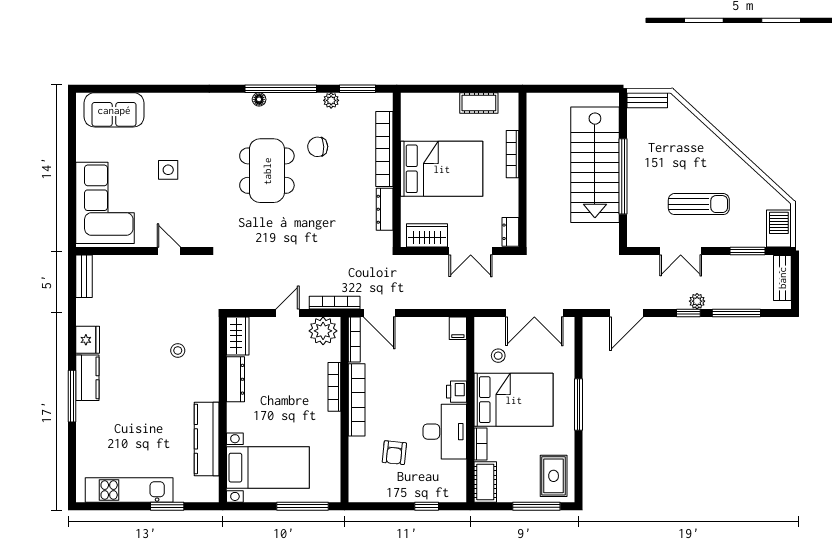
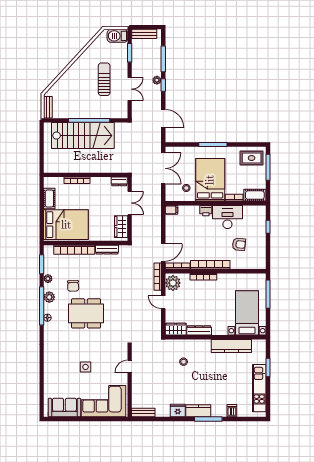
plant: (297, 103) -> (49, 297), added
sofa: (114, 110) -> (64, 408), moved, turned -90
bed: (442, 169) -> (66, 225), moved, turned 90
dishwasher: (87, 440) -> (232, 411), added

